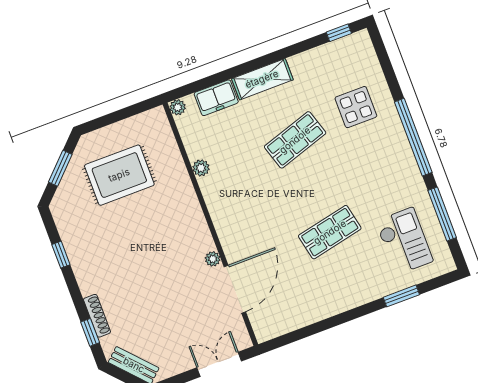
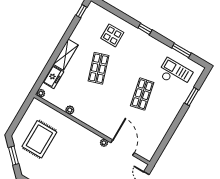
window: (413, 137) -> (145, 29), width x0.32
window: (442, 214) -> (181, 50), width x0.69

